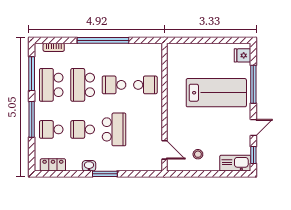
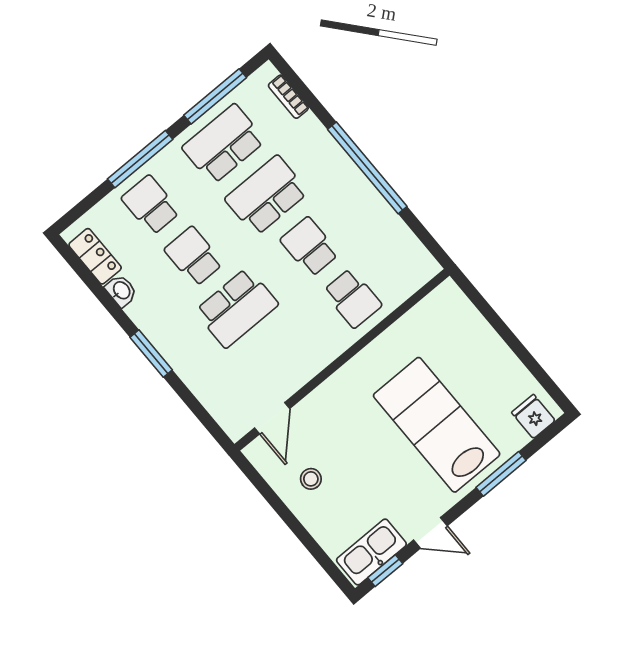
window: (253, 84) -> (501, 474), width x0.69
lab bench: (216, 93) -> (437, 425), turned 180
kitchen sink: (235, 163) -> (371, 552), moved, turned -90
washbasin: (89, 166) -> (121, 291), moved

